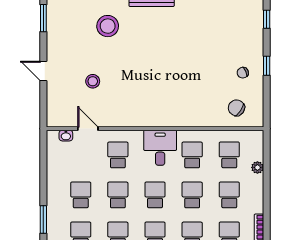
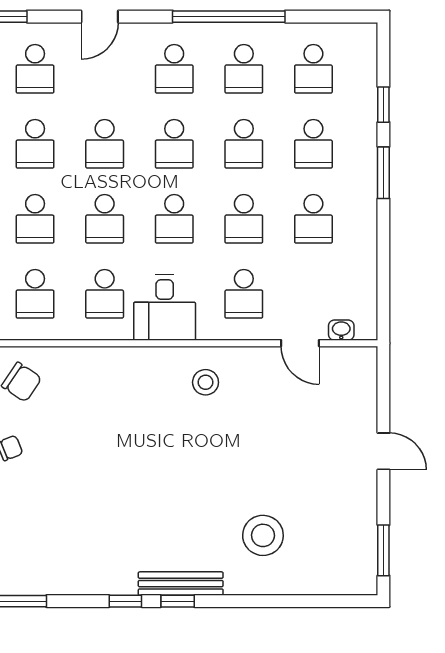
stool: (93, 81) -> (206, 382), moved

